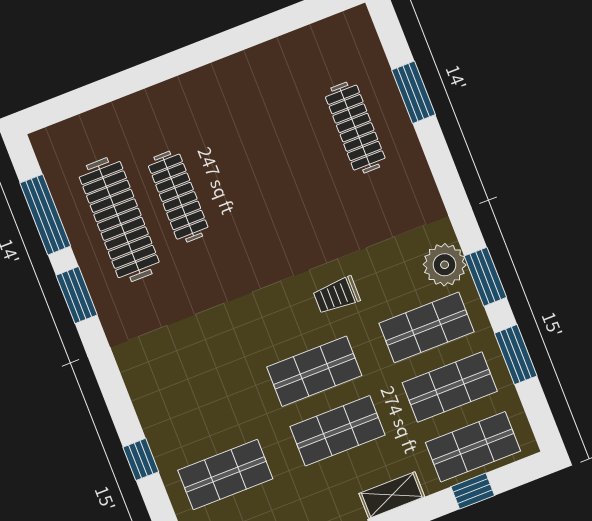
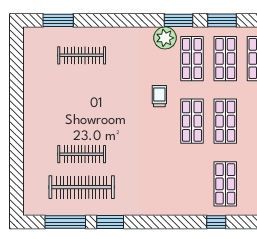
window: (413, 92) -> (58, 20), moved
trolley: (337, 295) -> (159, 96), turned 180
window: (141, 459) -> (216, 222), moved

